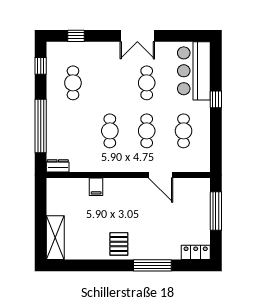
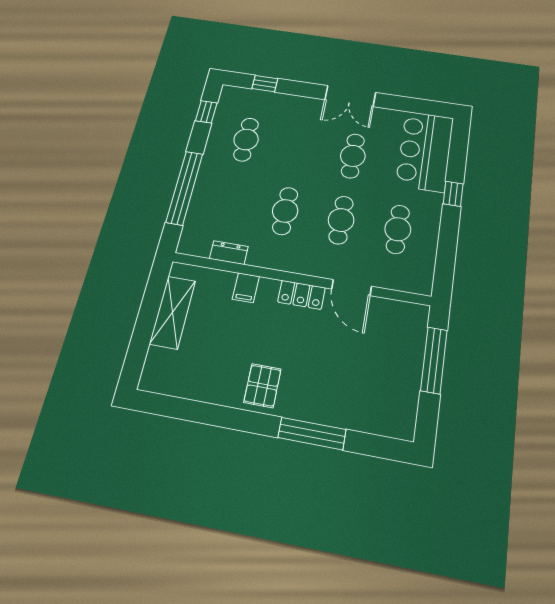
dresser: (58, 166) -> (229, 253), moved
shelving: (55, 238) -> (173, 312), moved
locker: (196, 252) -> (301, 295), moved, turned 180

